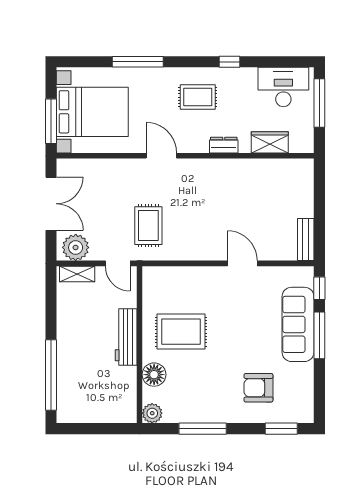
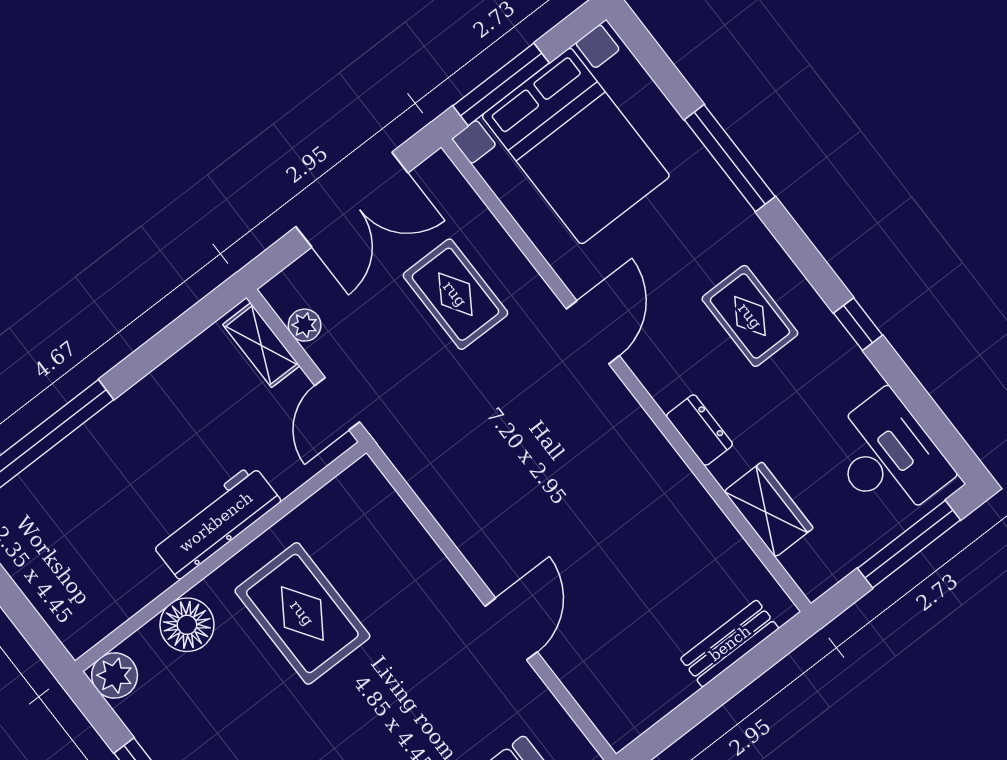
rug: (148, 226) -> (455, 294), moved, turned 90
bench: (306, 239) -> (730, 643), moved
plant: (76, 247) -> (305, 325), width x0.53, depth x0.53

